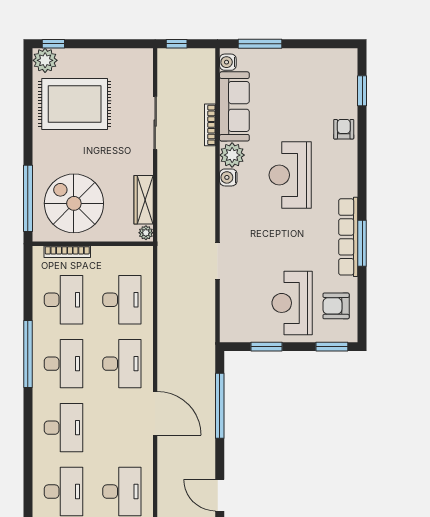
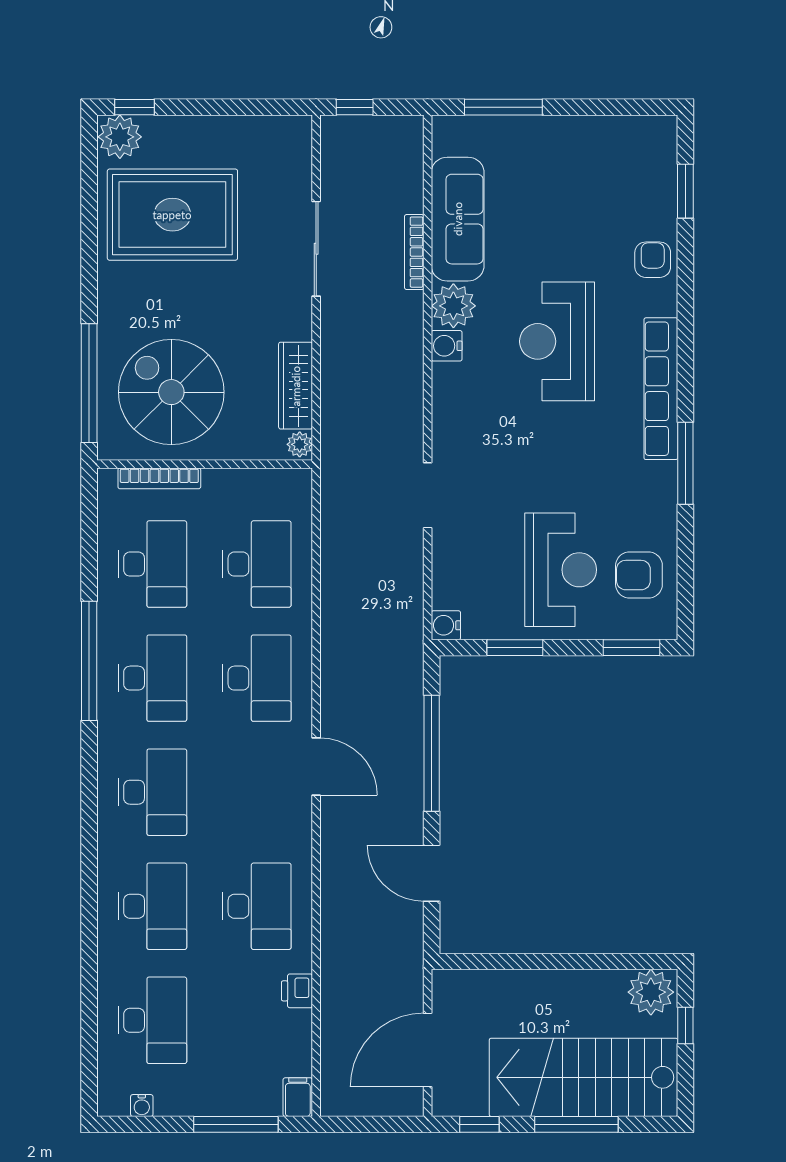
water cooler: (228, 62) -> (446, 625), moved
row of seats: (348, 237) -> (661, 389), moved
reception desk: (292, 303) -> (561, 570), turned 180
door: (155, 413) -> (316, 766), width x0.73
door: (220, 495) -> (432, 873), moved

